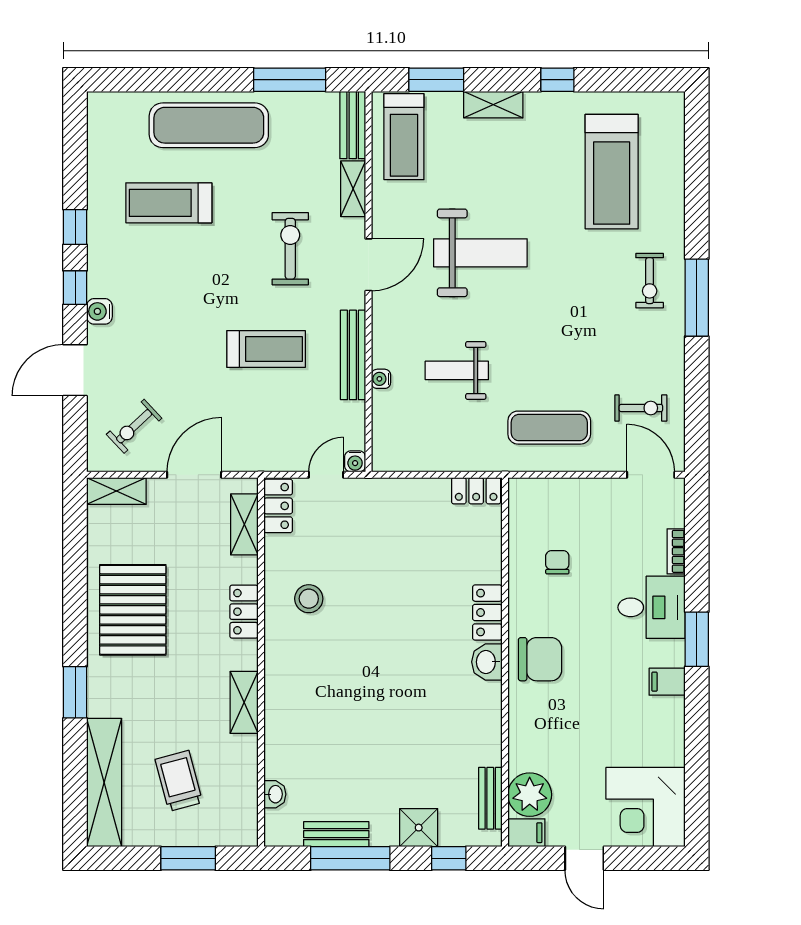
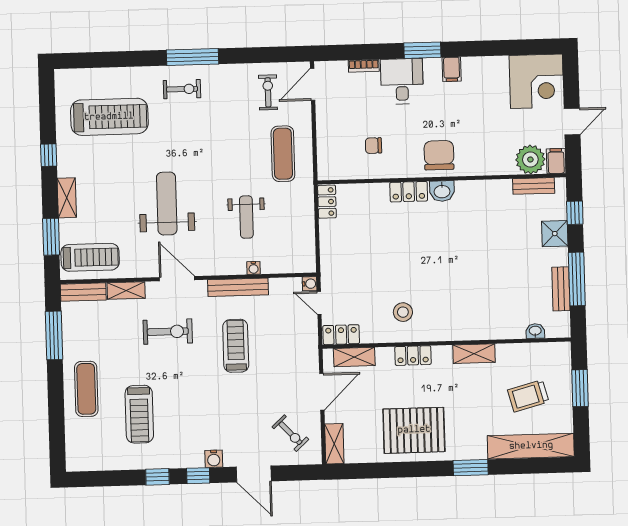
exercise mat: (209, 125) -> (86, 389), width x0.73, depth x0.69
exercise bike: (290, 249) -> (168, 332), turned 180
door: (194, 475) -> (322, 392), swing flipped

